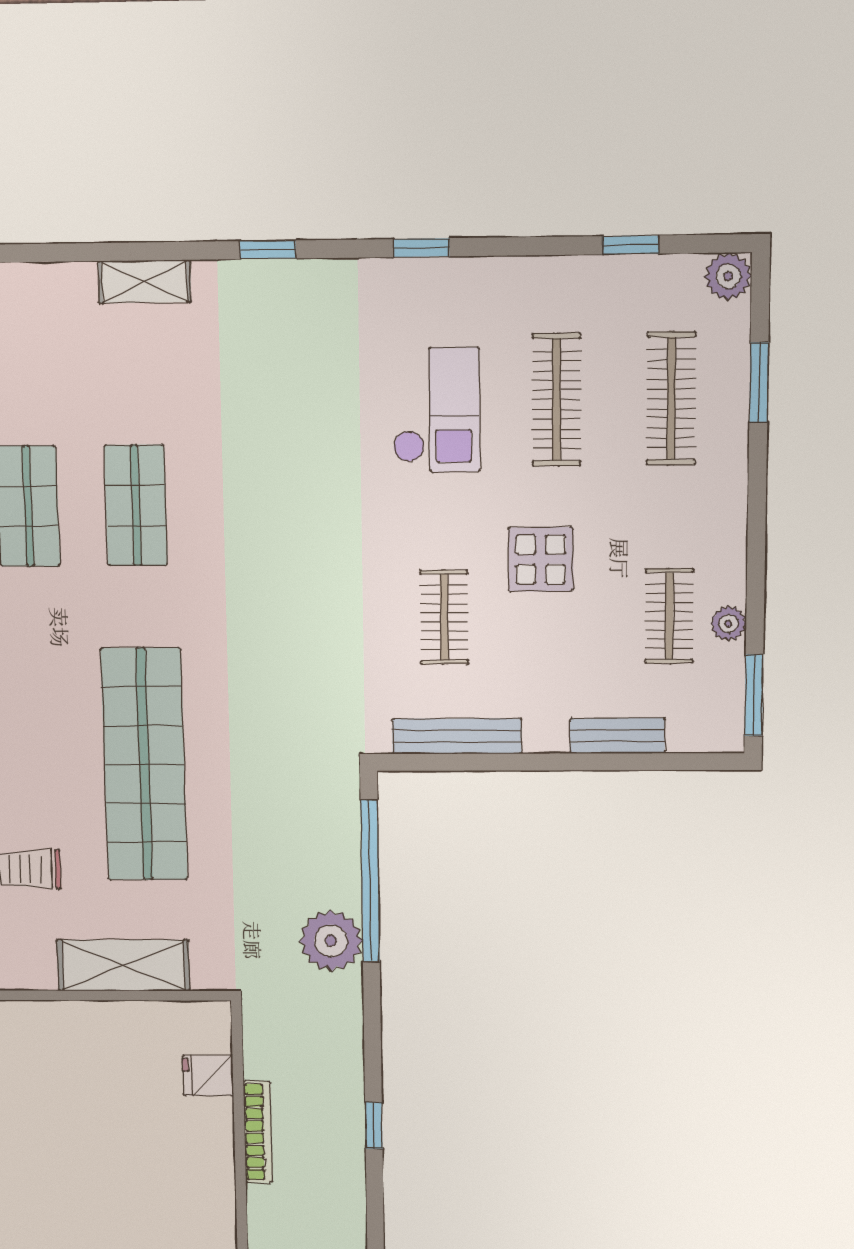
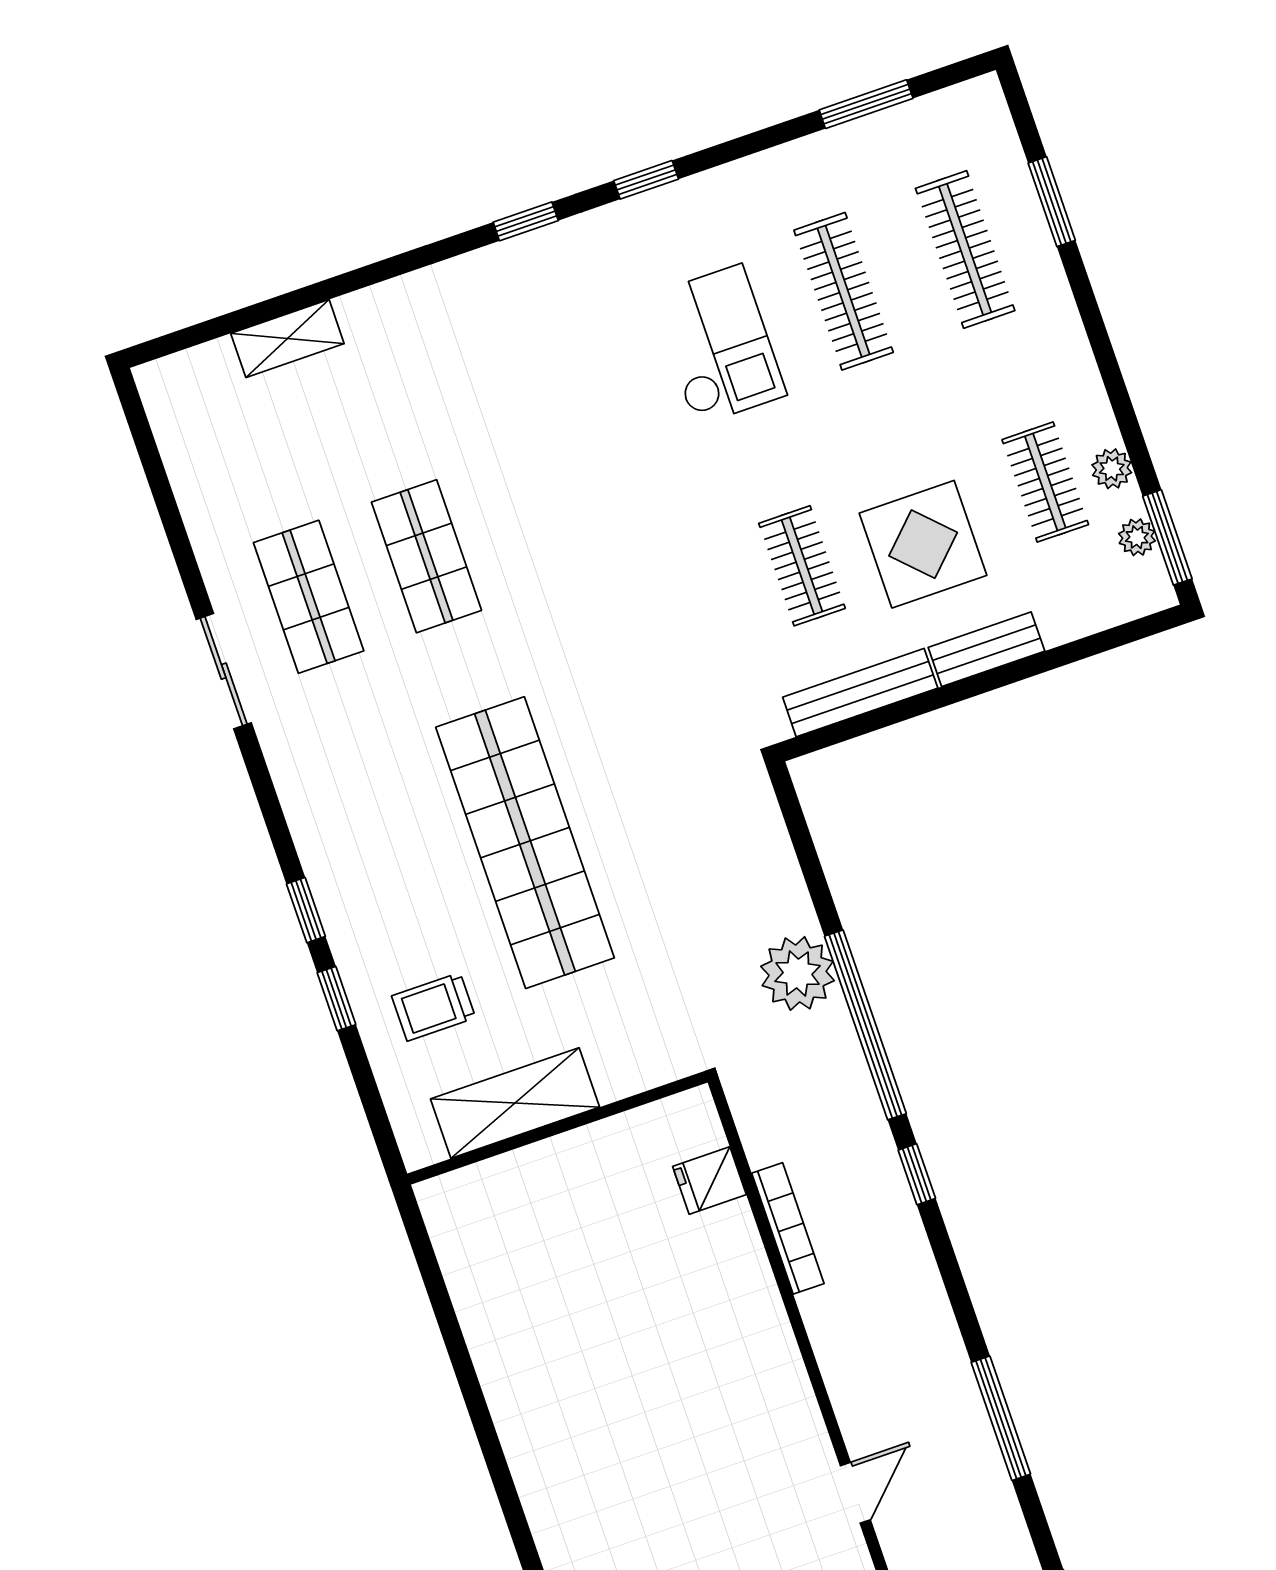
window: (631, 245) -> (866, 104), width x1.50
window: (268, 250) -> (526, 221), moved
plant: (728, 276) -> (1137, 537), moved, width x0.73, depth x0.73
shelving: (144, 282) -> (287, 339), moved
display table: (541, 559) -> (923, 544), moved, width x1.36, depth x1.36
bench: (617, 736) -> (986, 649), moved
window: (370, 881) -> (865, 1025), moved
shelving: (123, 965) -> (515, 1103), moved

